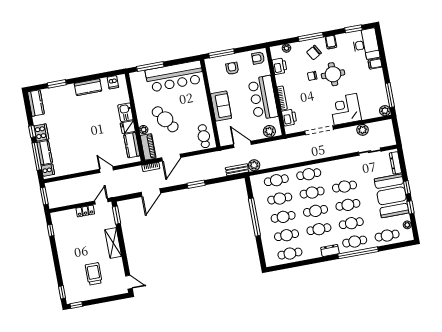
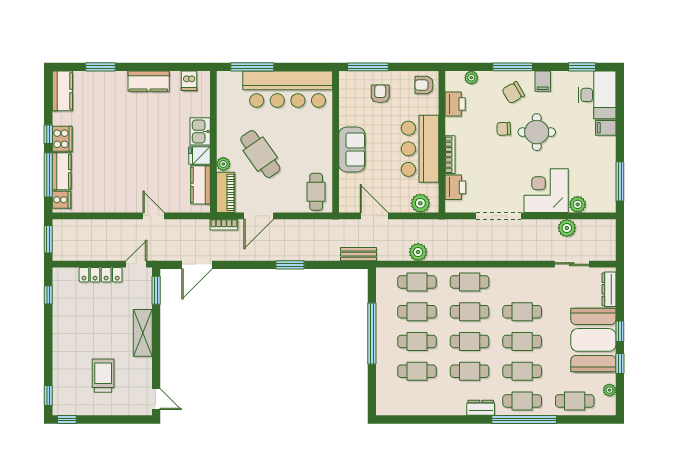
plant: (385, 111) -> (578, 204), moved
plant: (254, 165) -> (418, 252), moved
door: (151, 193) -> (197, 265), moved
locker: (85, 211) -> (101, 275), width x1.53
cafe table: (290, 254) -> (417, 401), removed

